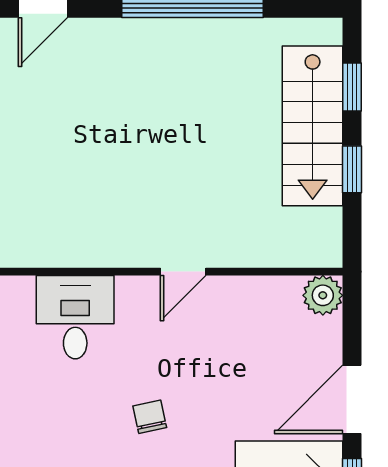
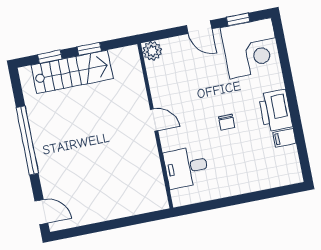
door: (352, 399) -> (199, 27), width x0.73
chair: (150, 417) -> (227, 122), turned -78

